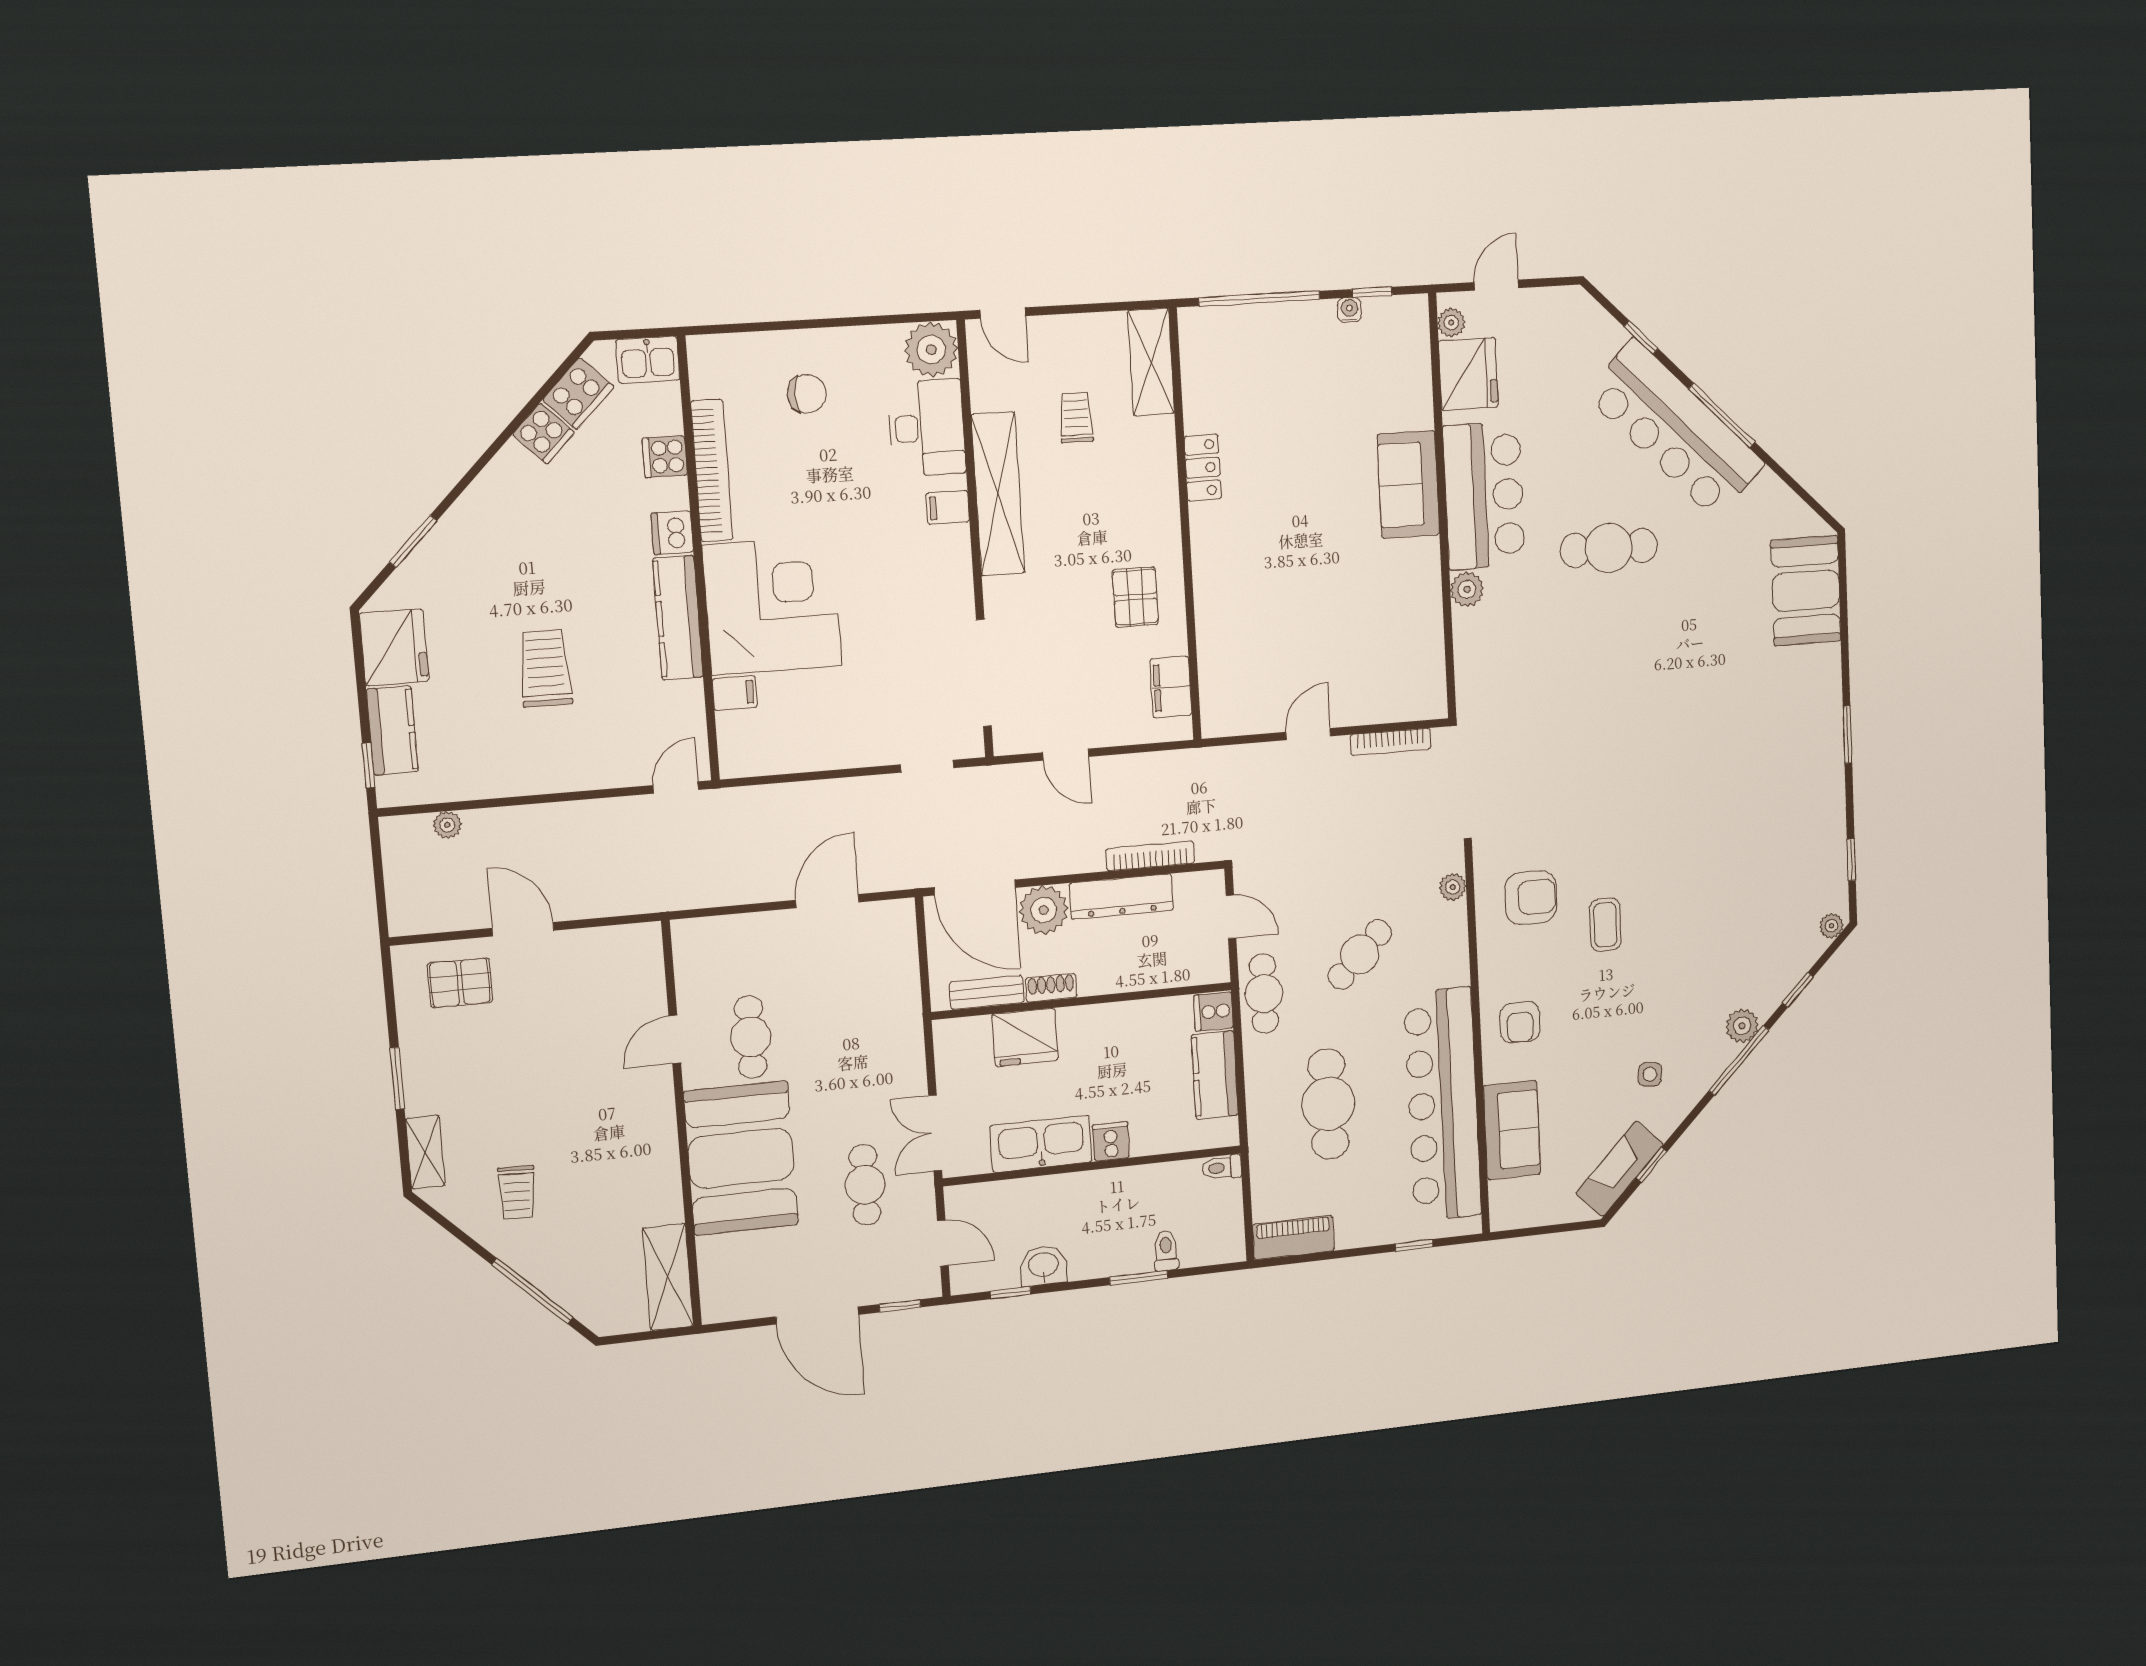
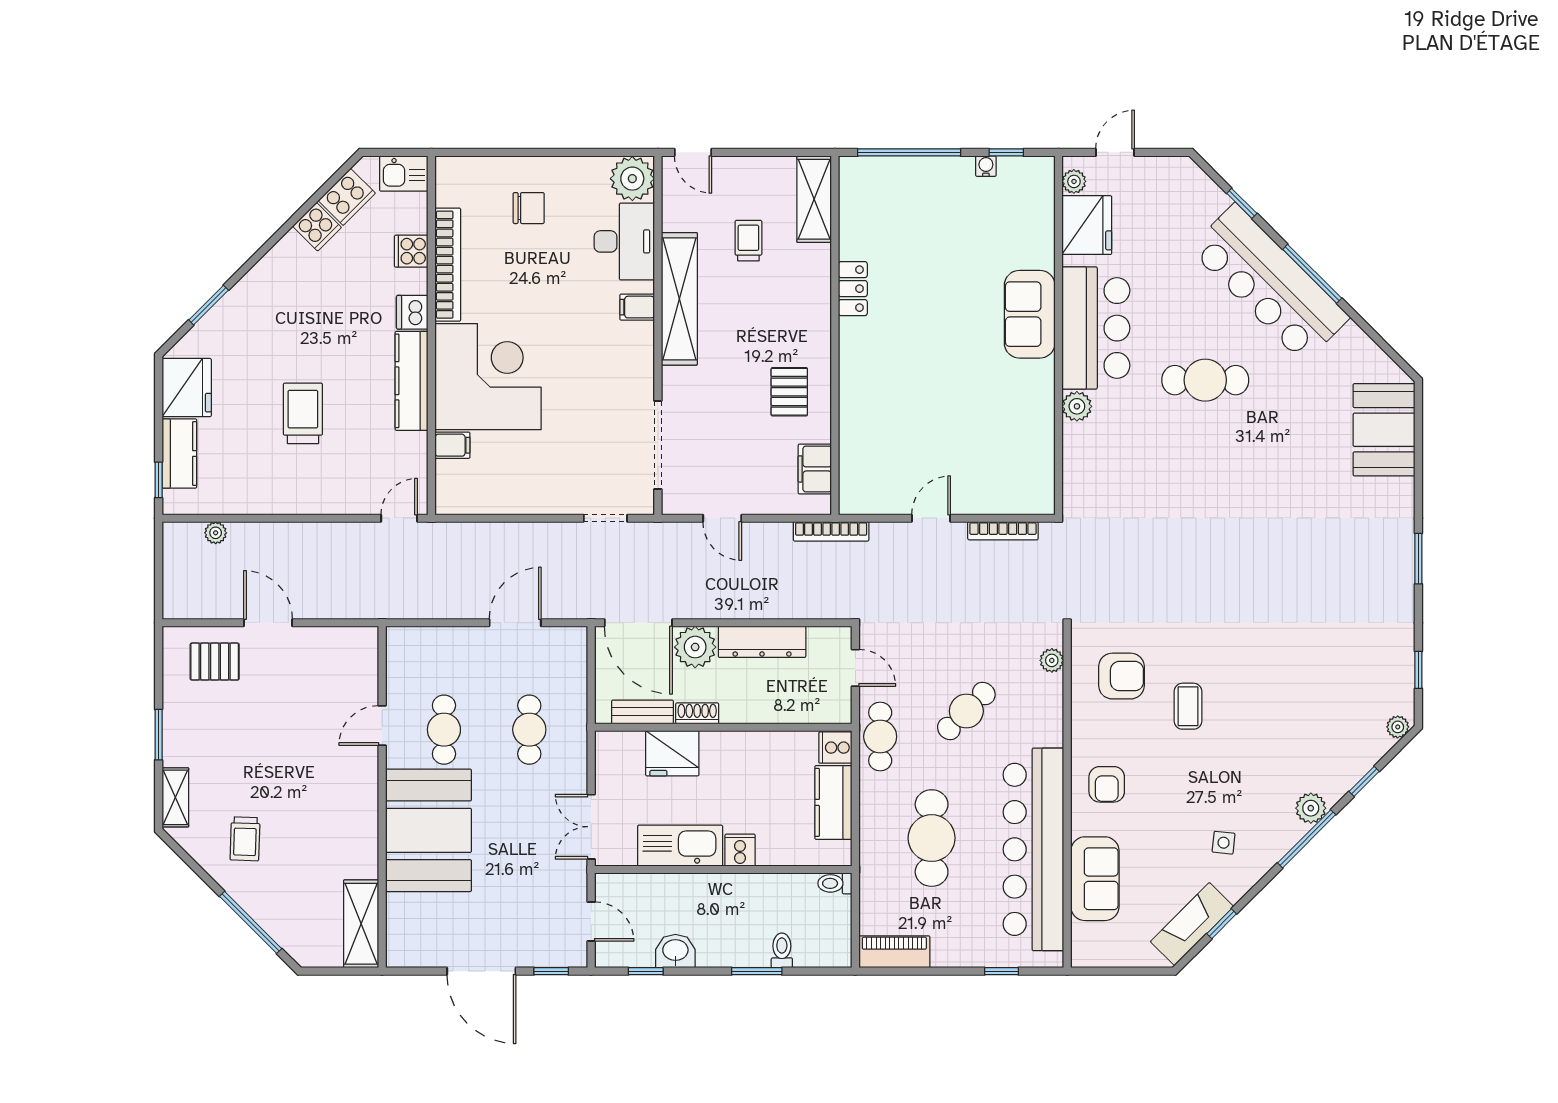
bookcase: (1150, 856) -> (831, 531), moved, turned 180
cafe table: (865, 1185) -> (529, 730), moved

